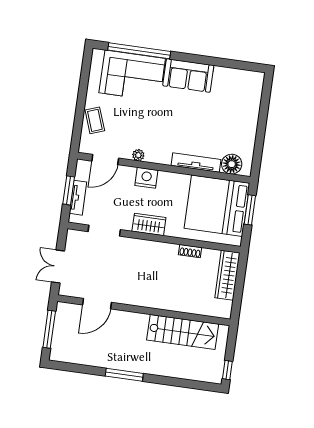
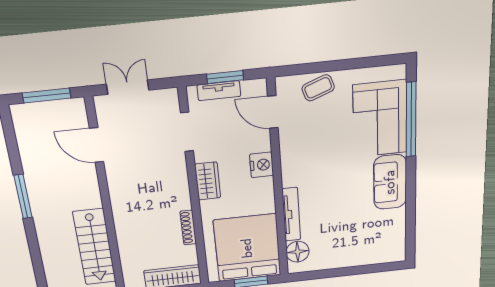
plant: (138, 155) -> (286, 149), removed
shoe rack: (190, 251) -> (188, 228), width x1.43

